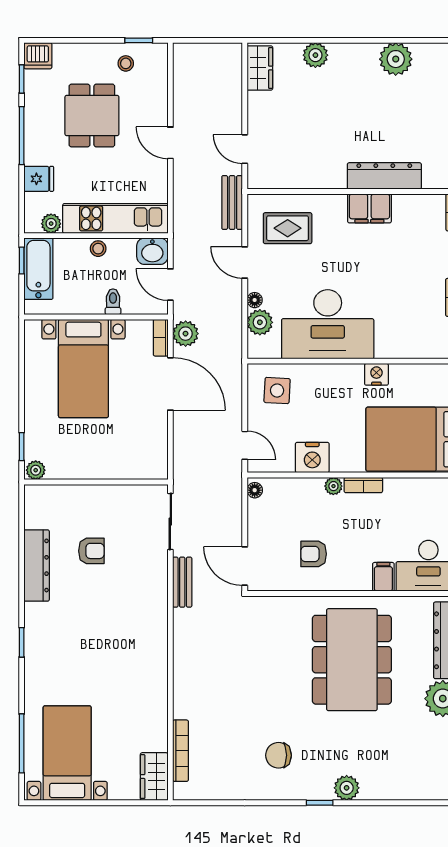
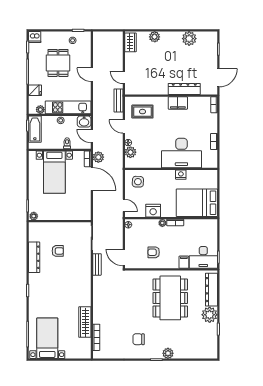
desk: (328, 324) -> (181, 153), moved
wardrobe: (154, 777) -> (85, 322), moved, width x1.50

